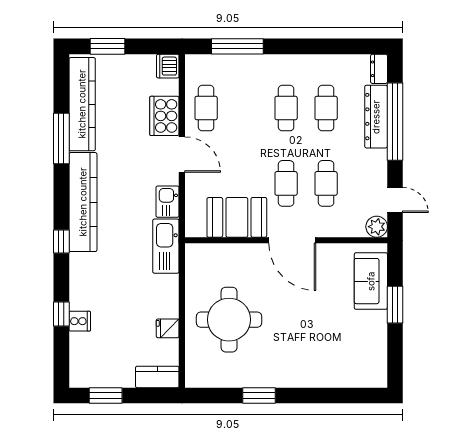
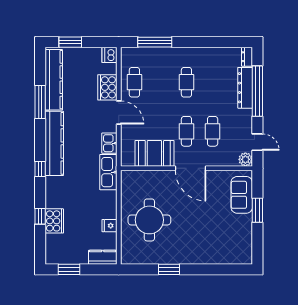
cafe table: (326, 108) -> (213, 82), removed
cooker: (80, 321) -> (54, 221), width x1.87, depth x1.31

